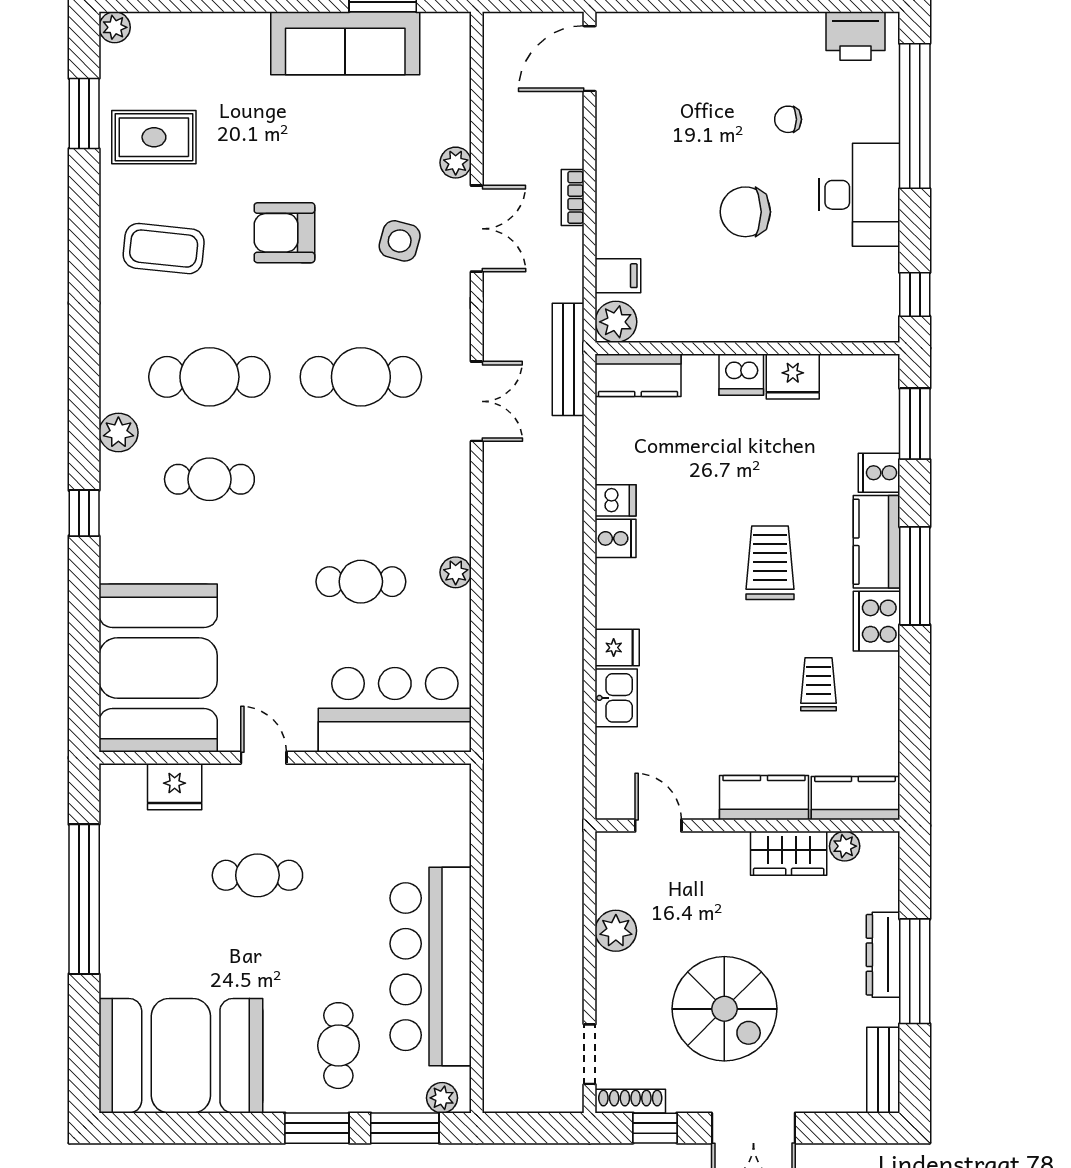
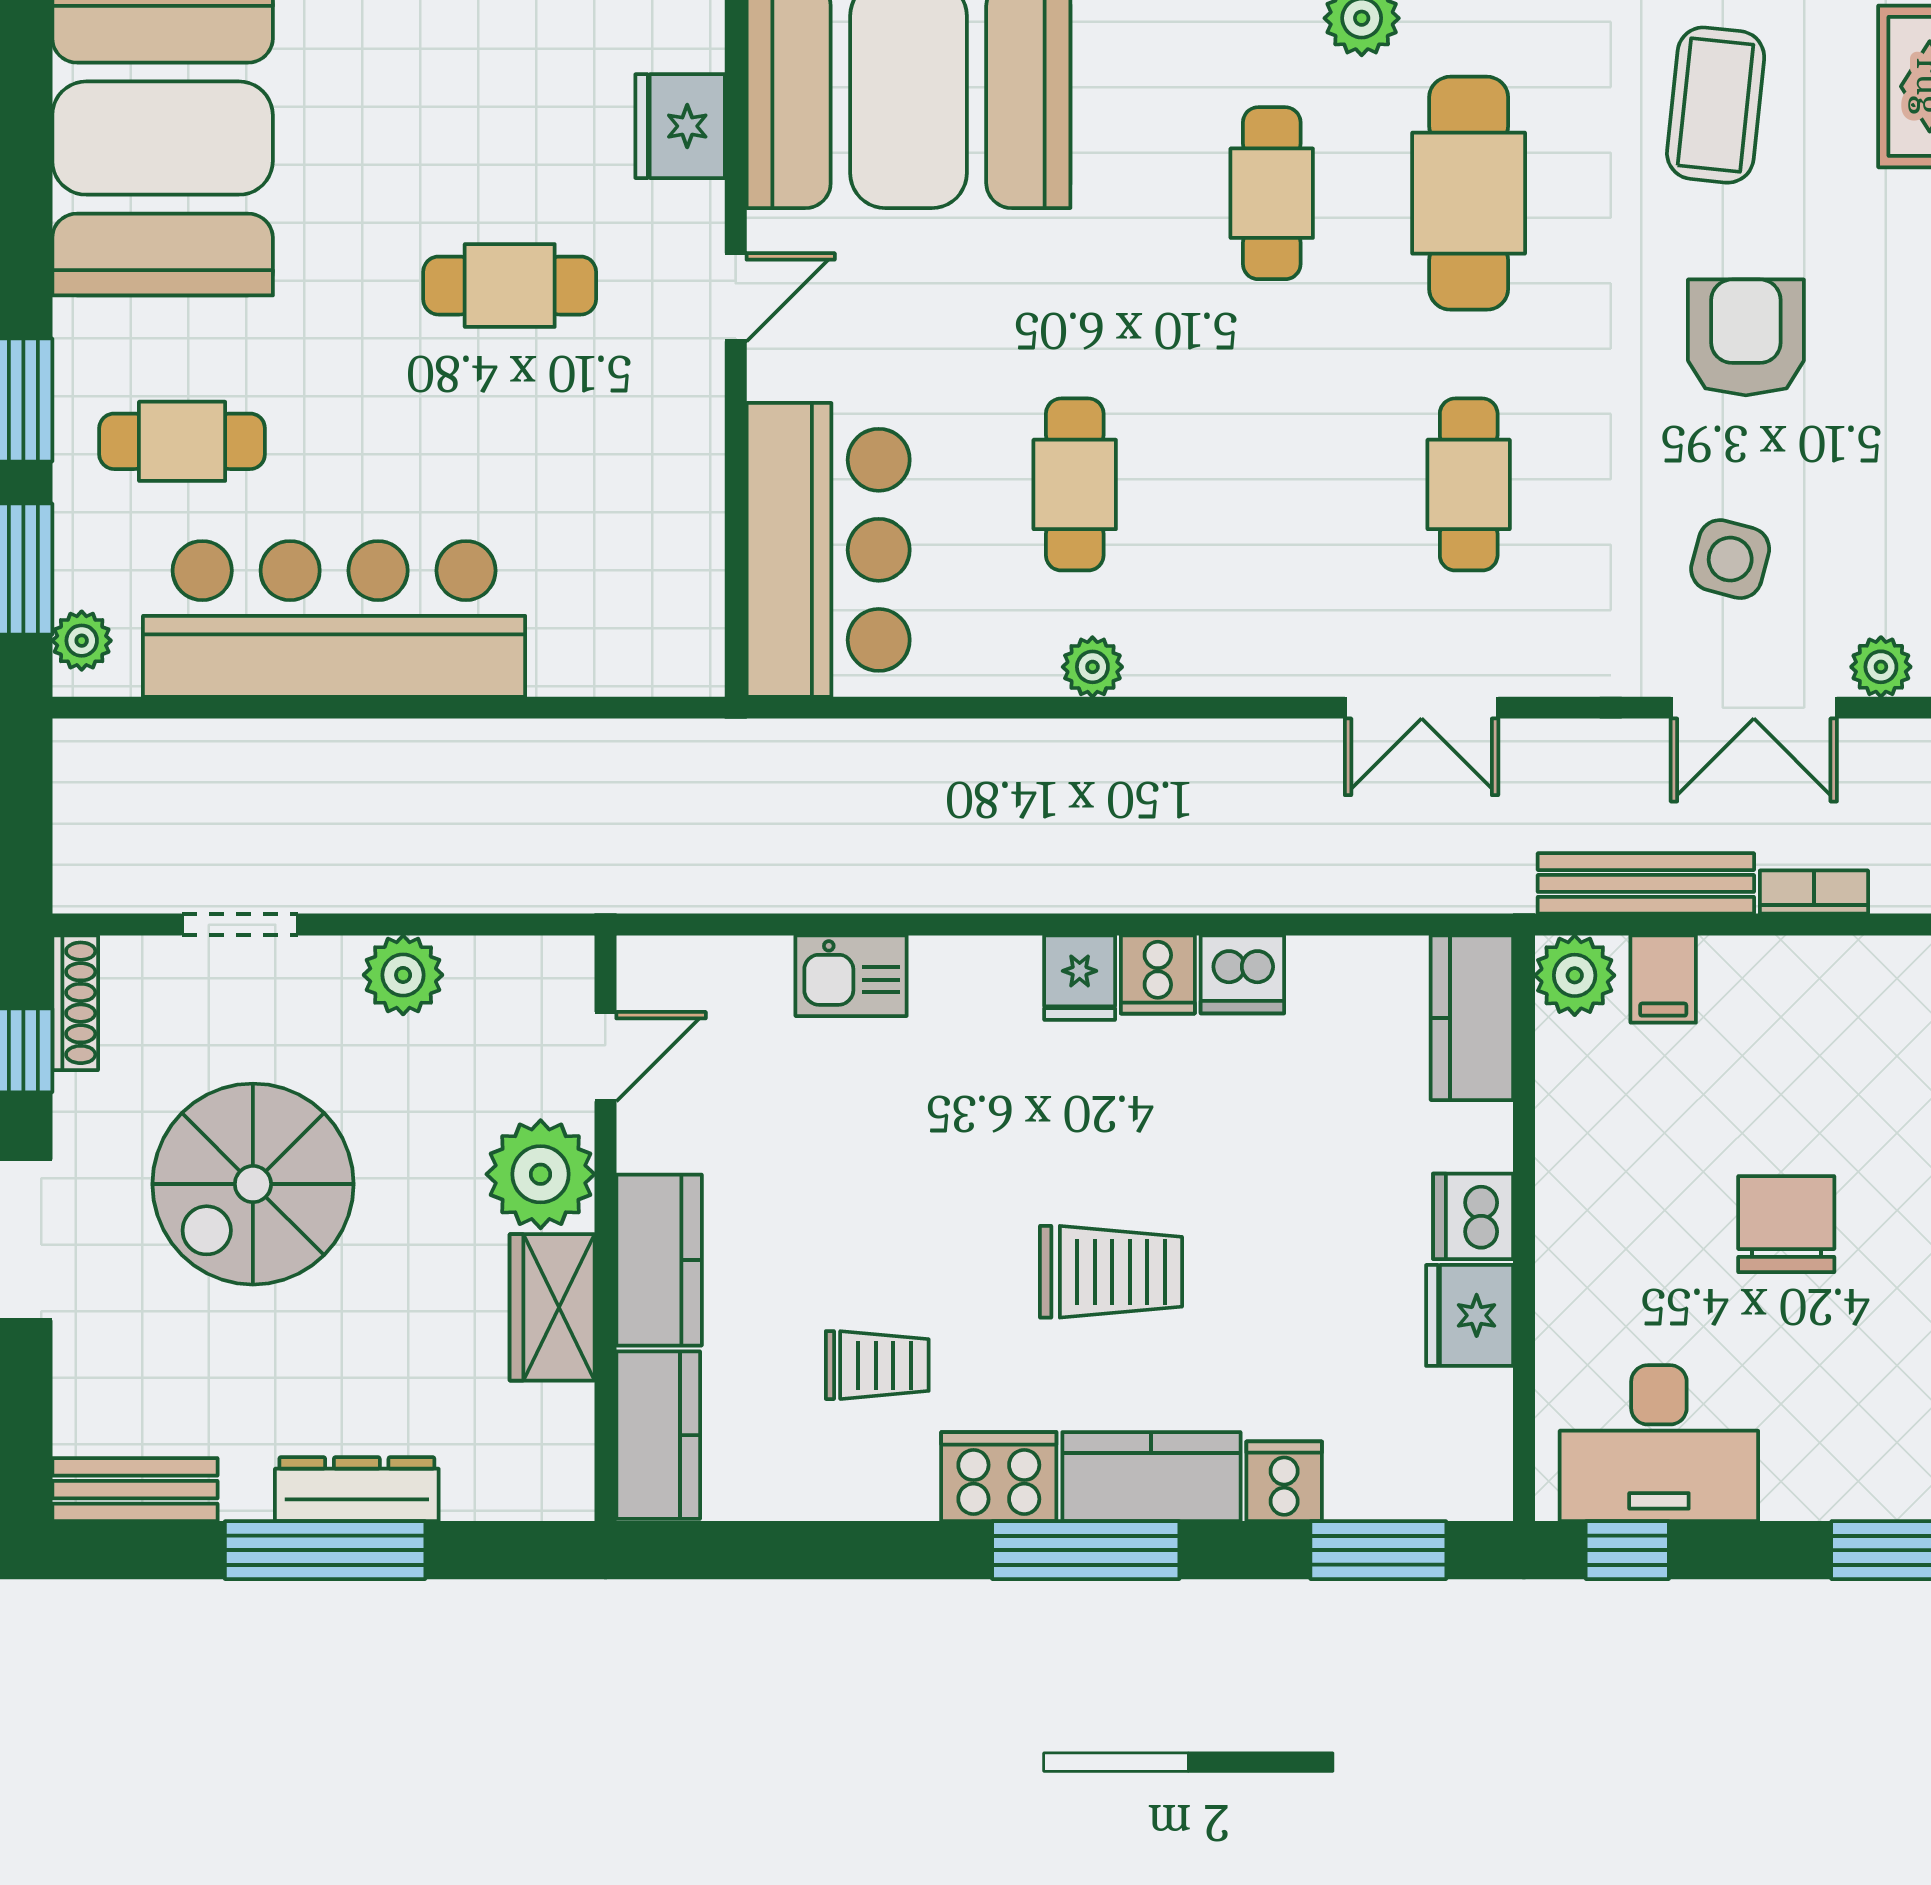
desk: (859, 195) -> (1659, 1443), moved
bench: (568, 359) -> (1646, 883), moved
cafe table: (361, 377) -> (1469, 484), width x0.73, depth x0.74
dishwasher: (616, 500) -> (1242, 974), width x1.38
fridge: (617, 648) -> (1080, 978), moved
plant: (845, 846) -> (541, 1174), moved, width x1.88, depth x1.88
cafe table: (257, 875) -> (510, 286), turned 90
doorway: (590, 1054) -> (240, 925), moved

